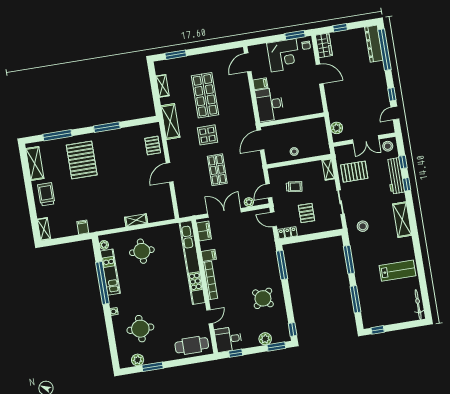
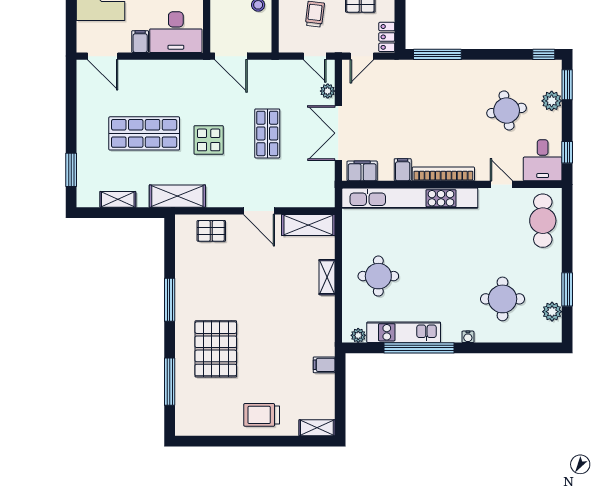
pallet: (82, 160) -> (216, 349), turned 90
shelving: (35, 163) -> (308, 225), moved
shop shelf: (217, 170) -> (267, 133), turned 90
round table: (263, 298) -> (507, 110), moved, turned 33

